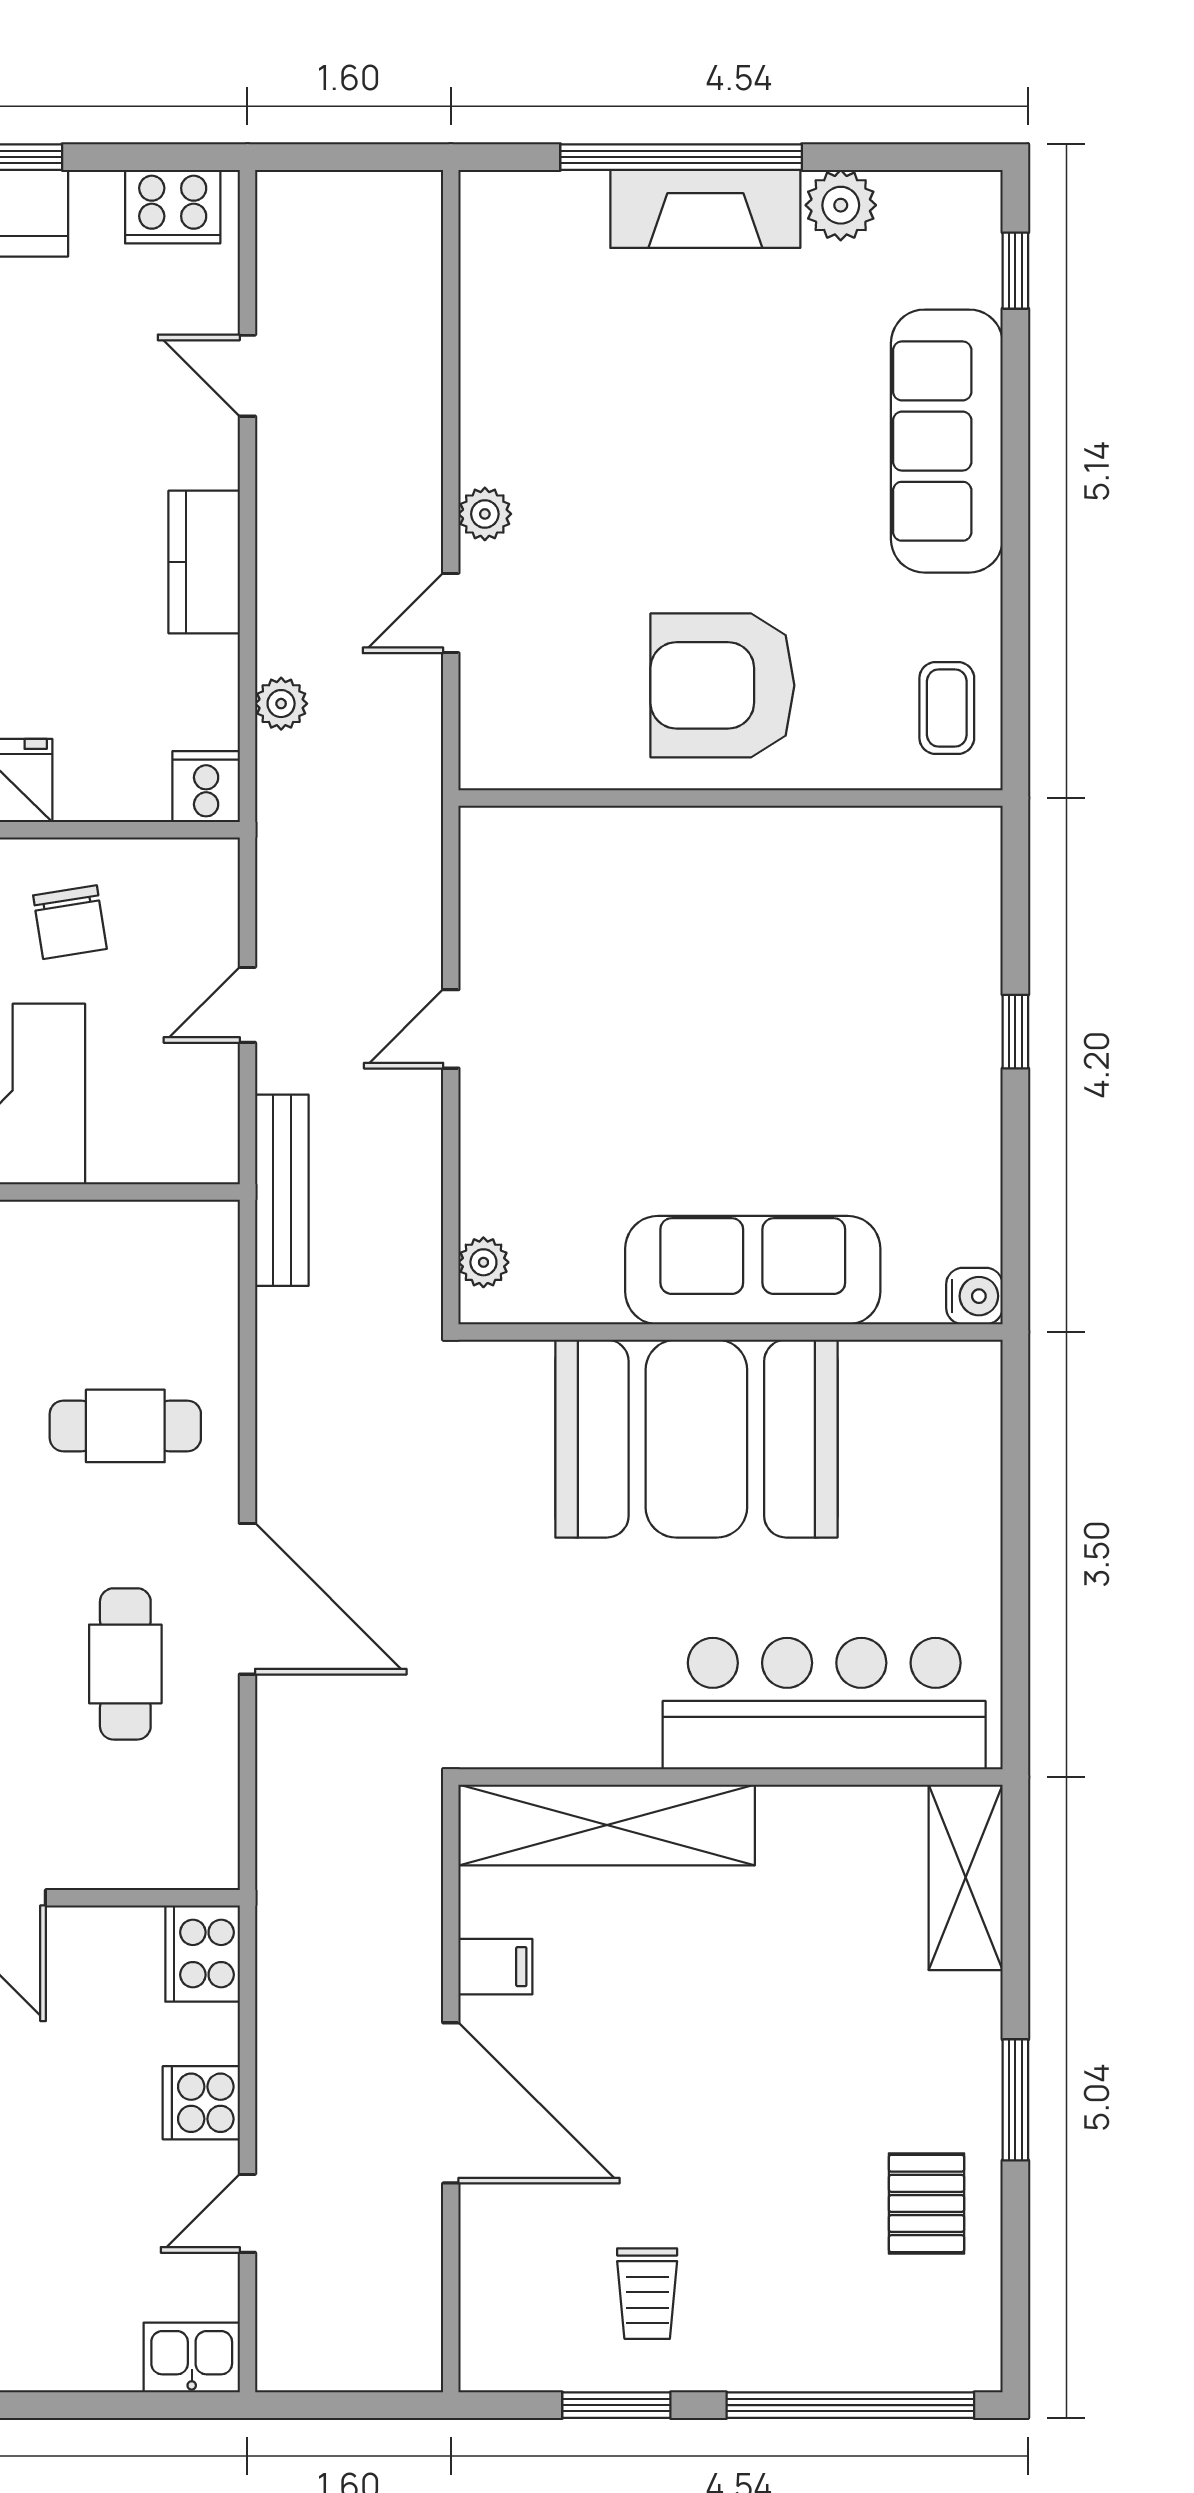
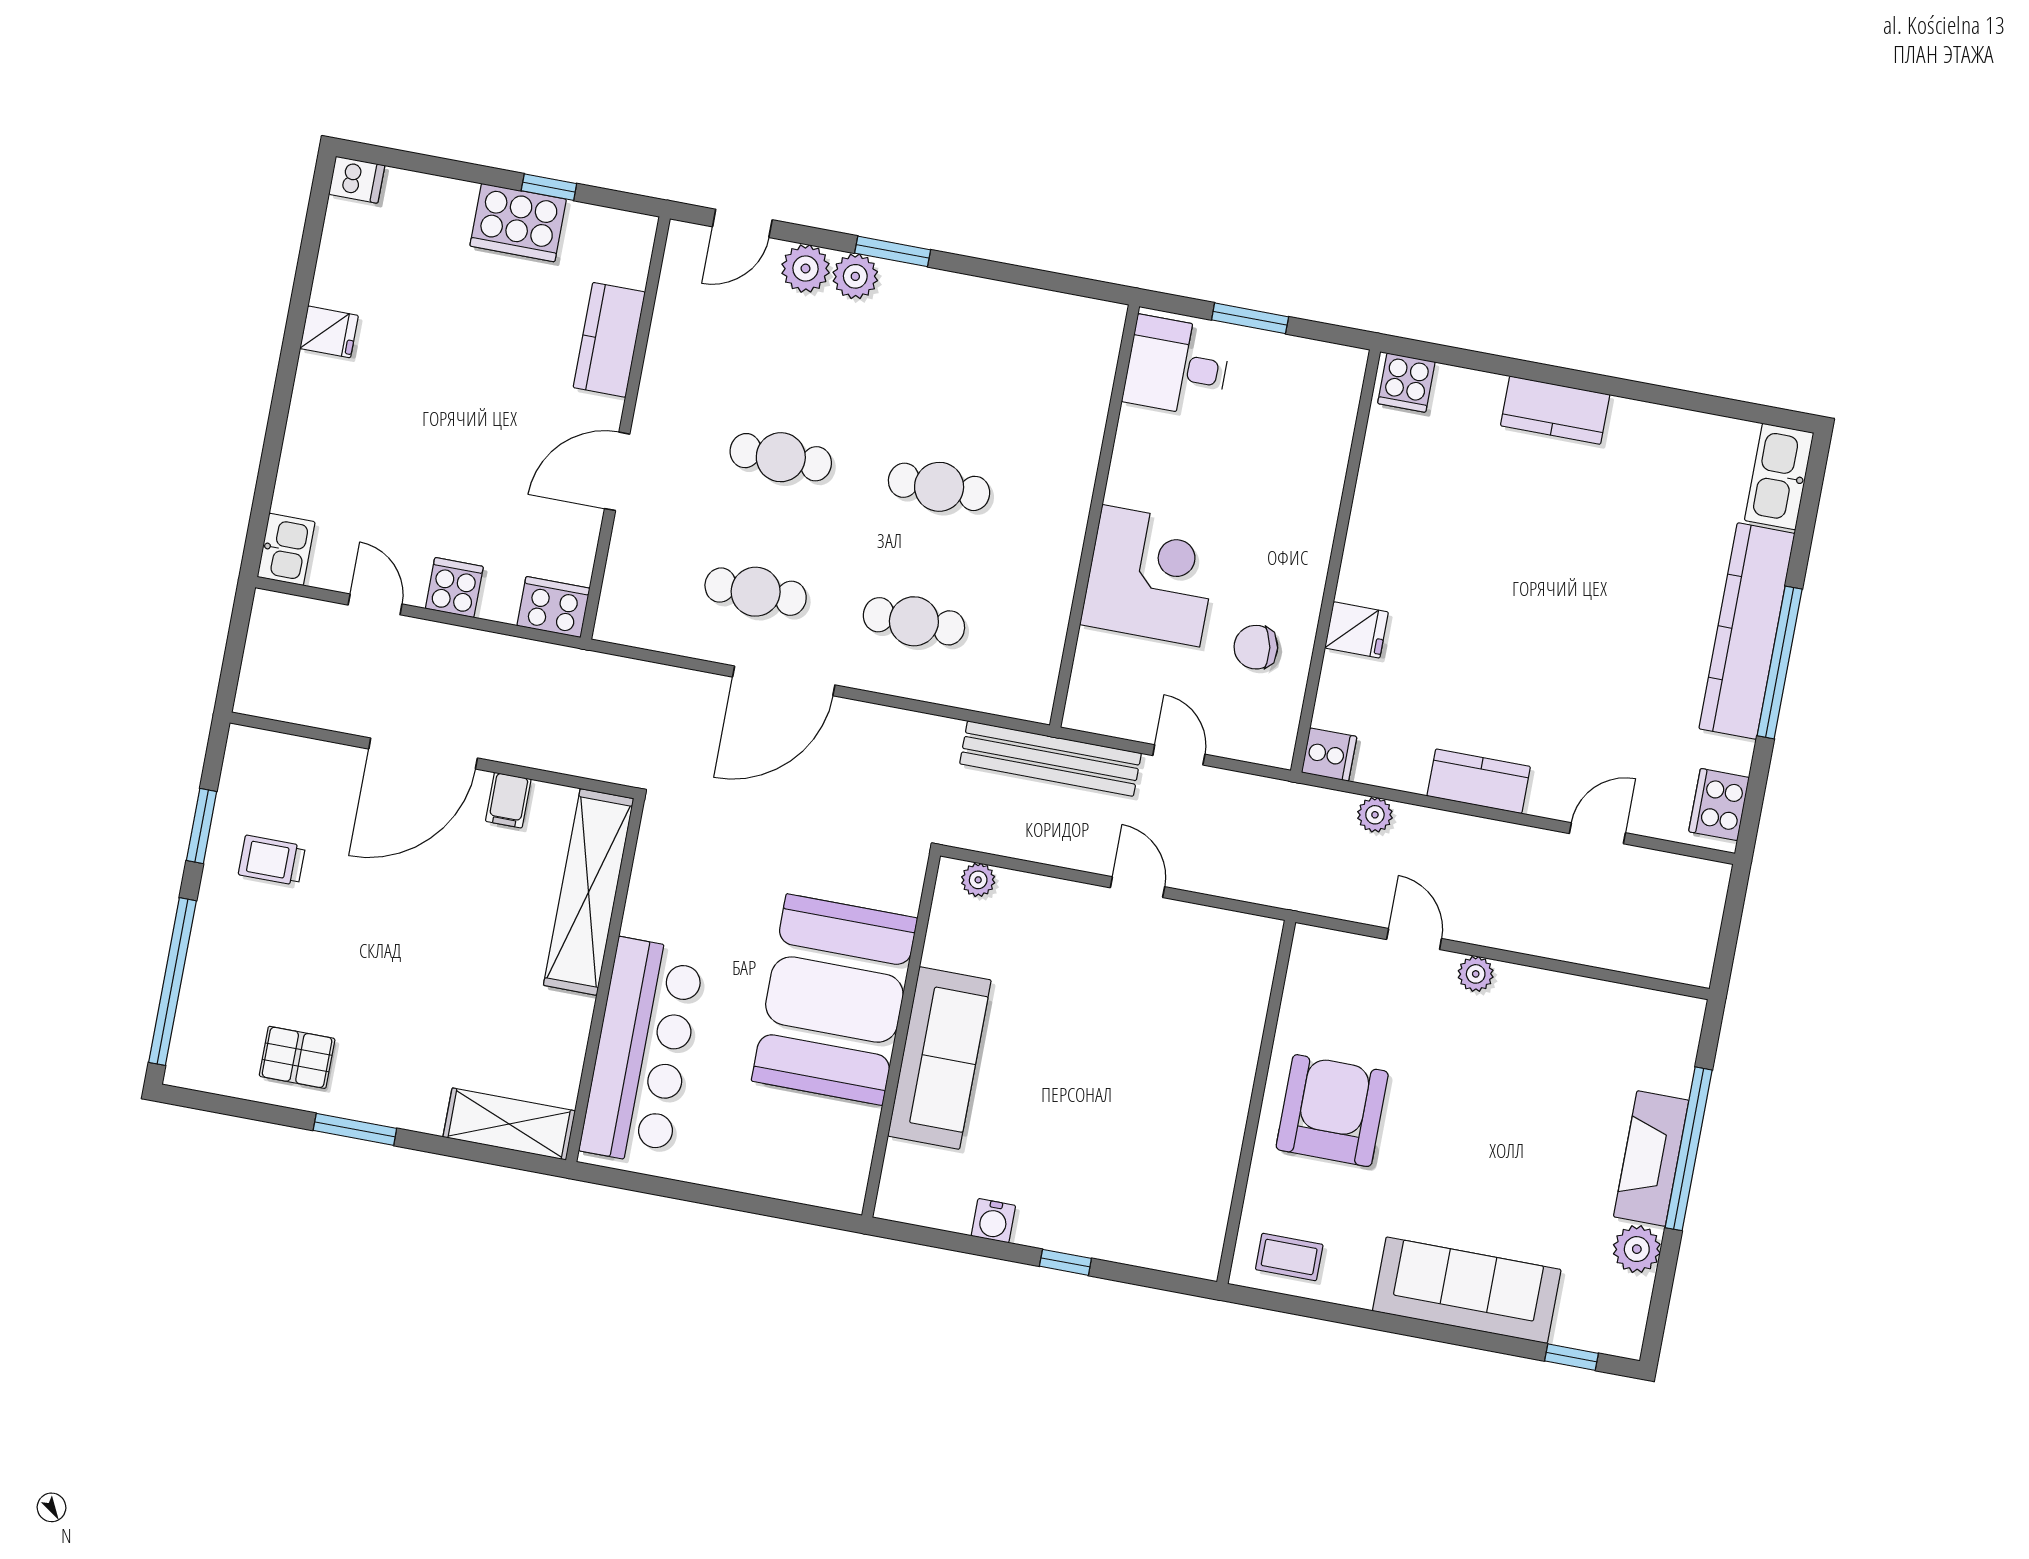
bench: (282, 1190) -> (1050, 759), width x1.37, depth x1.21
water cooler: (974, 1296) -> (993, 1221), moved
cafe table: (125, 1426) -> (914, 621), turned 90

